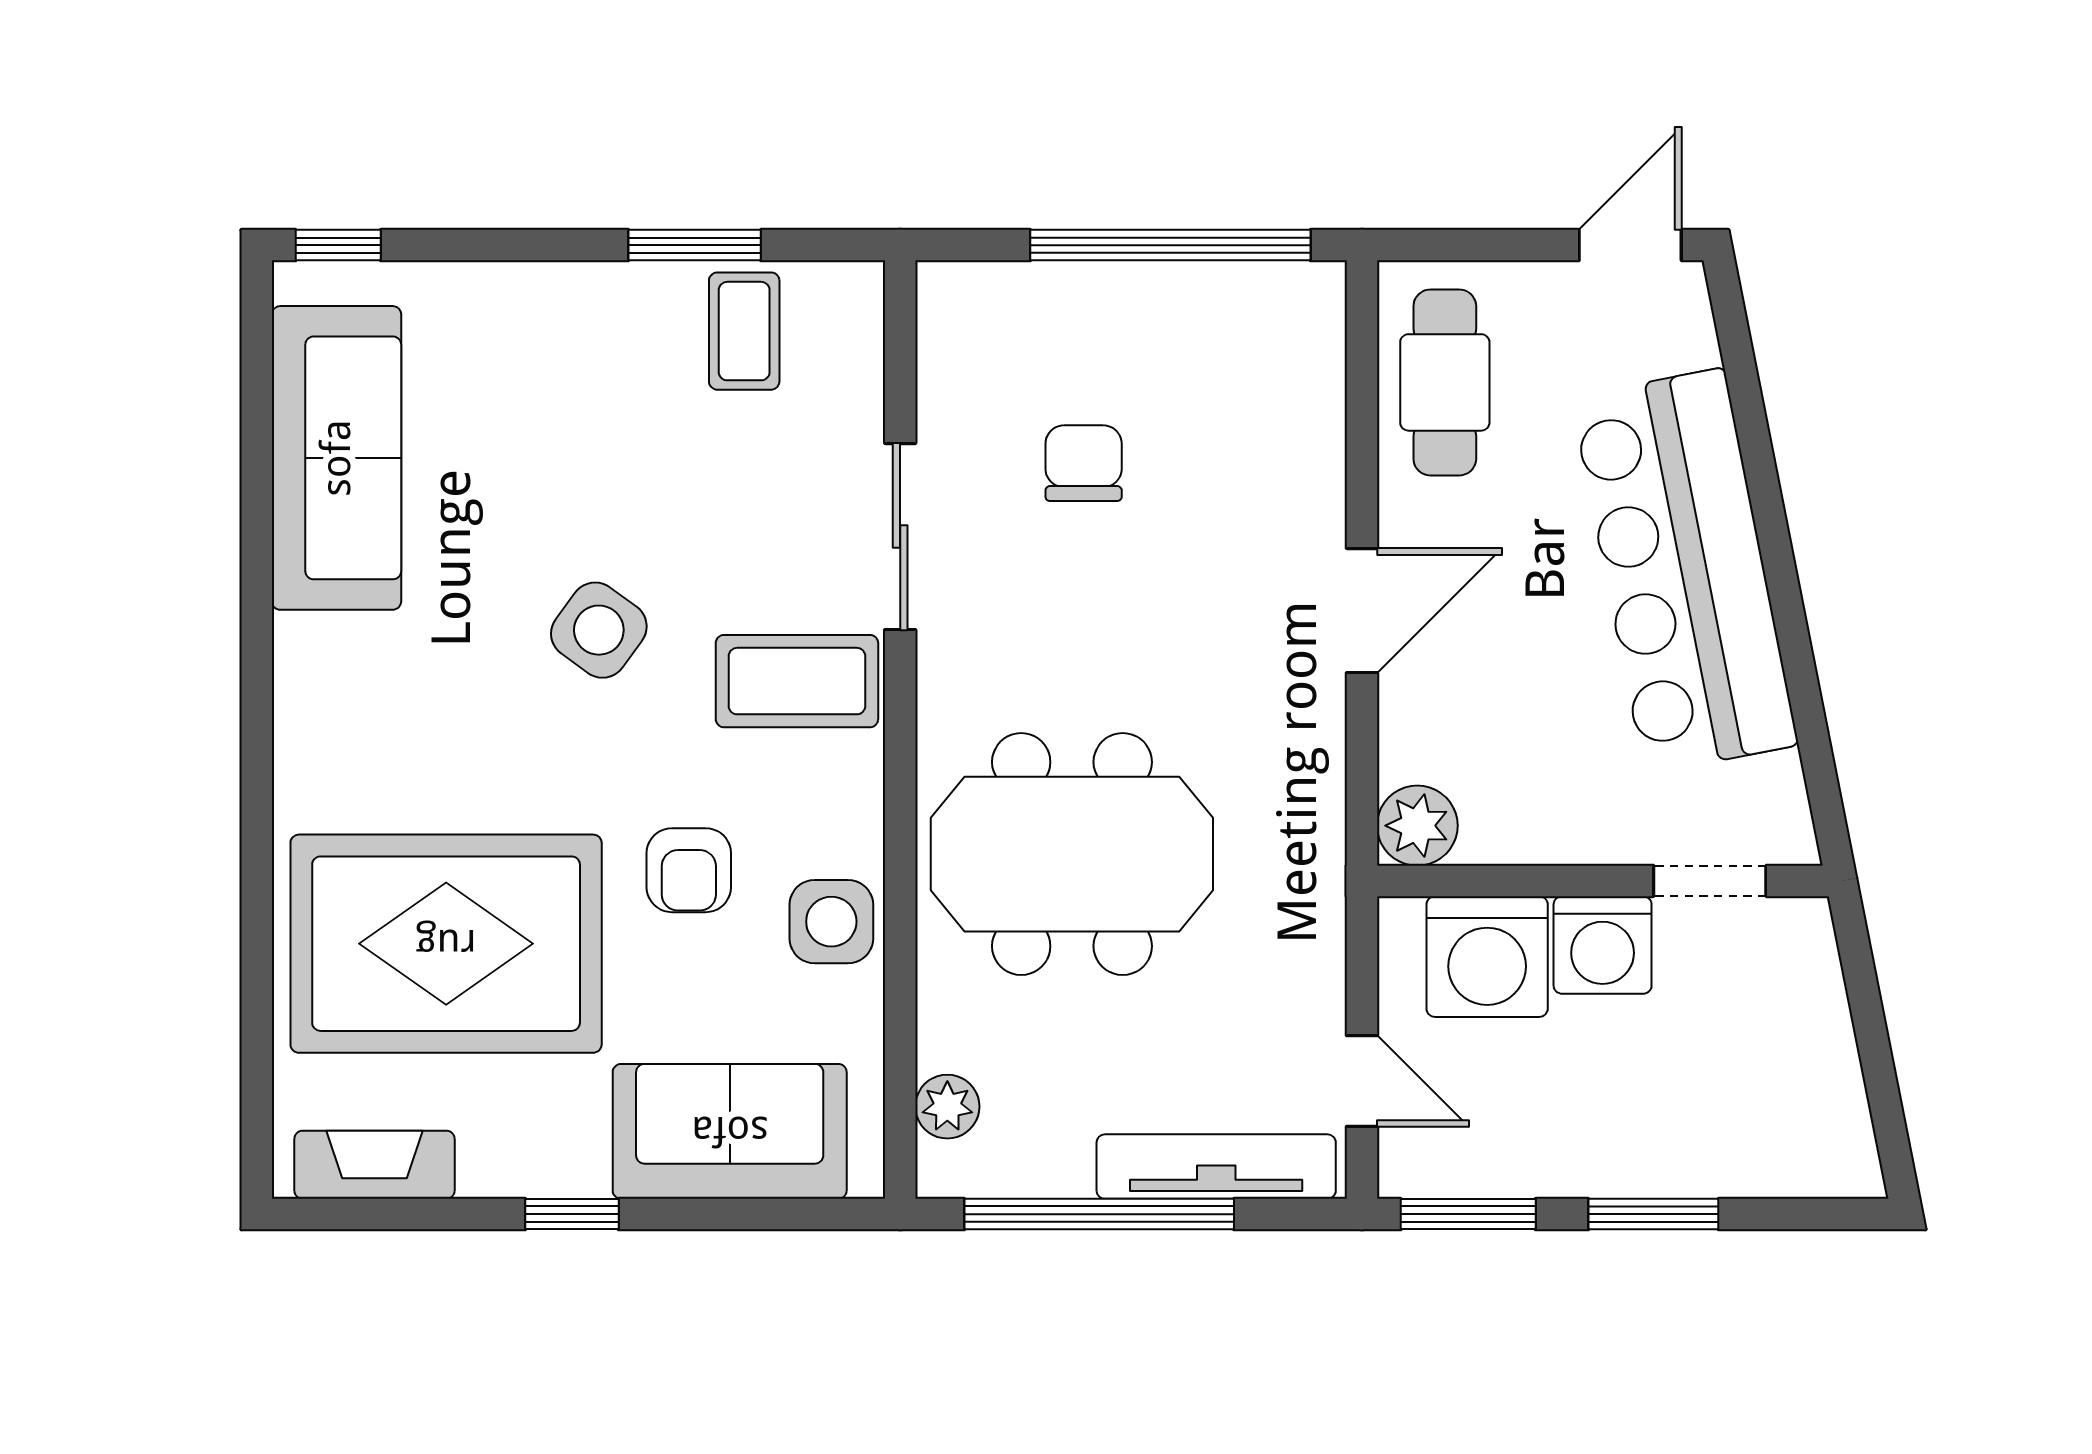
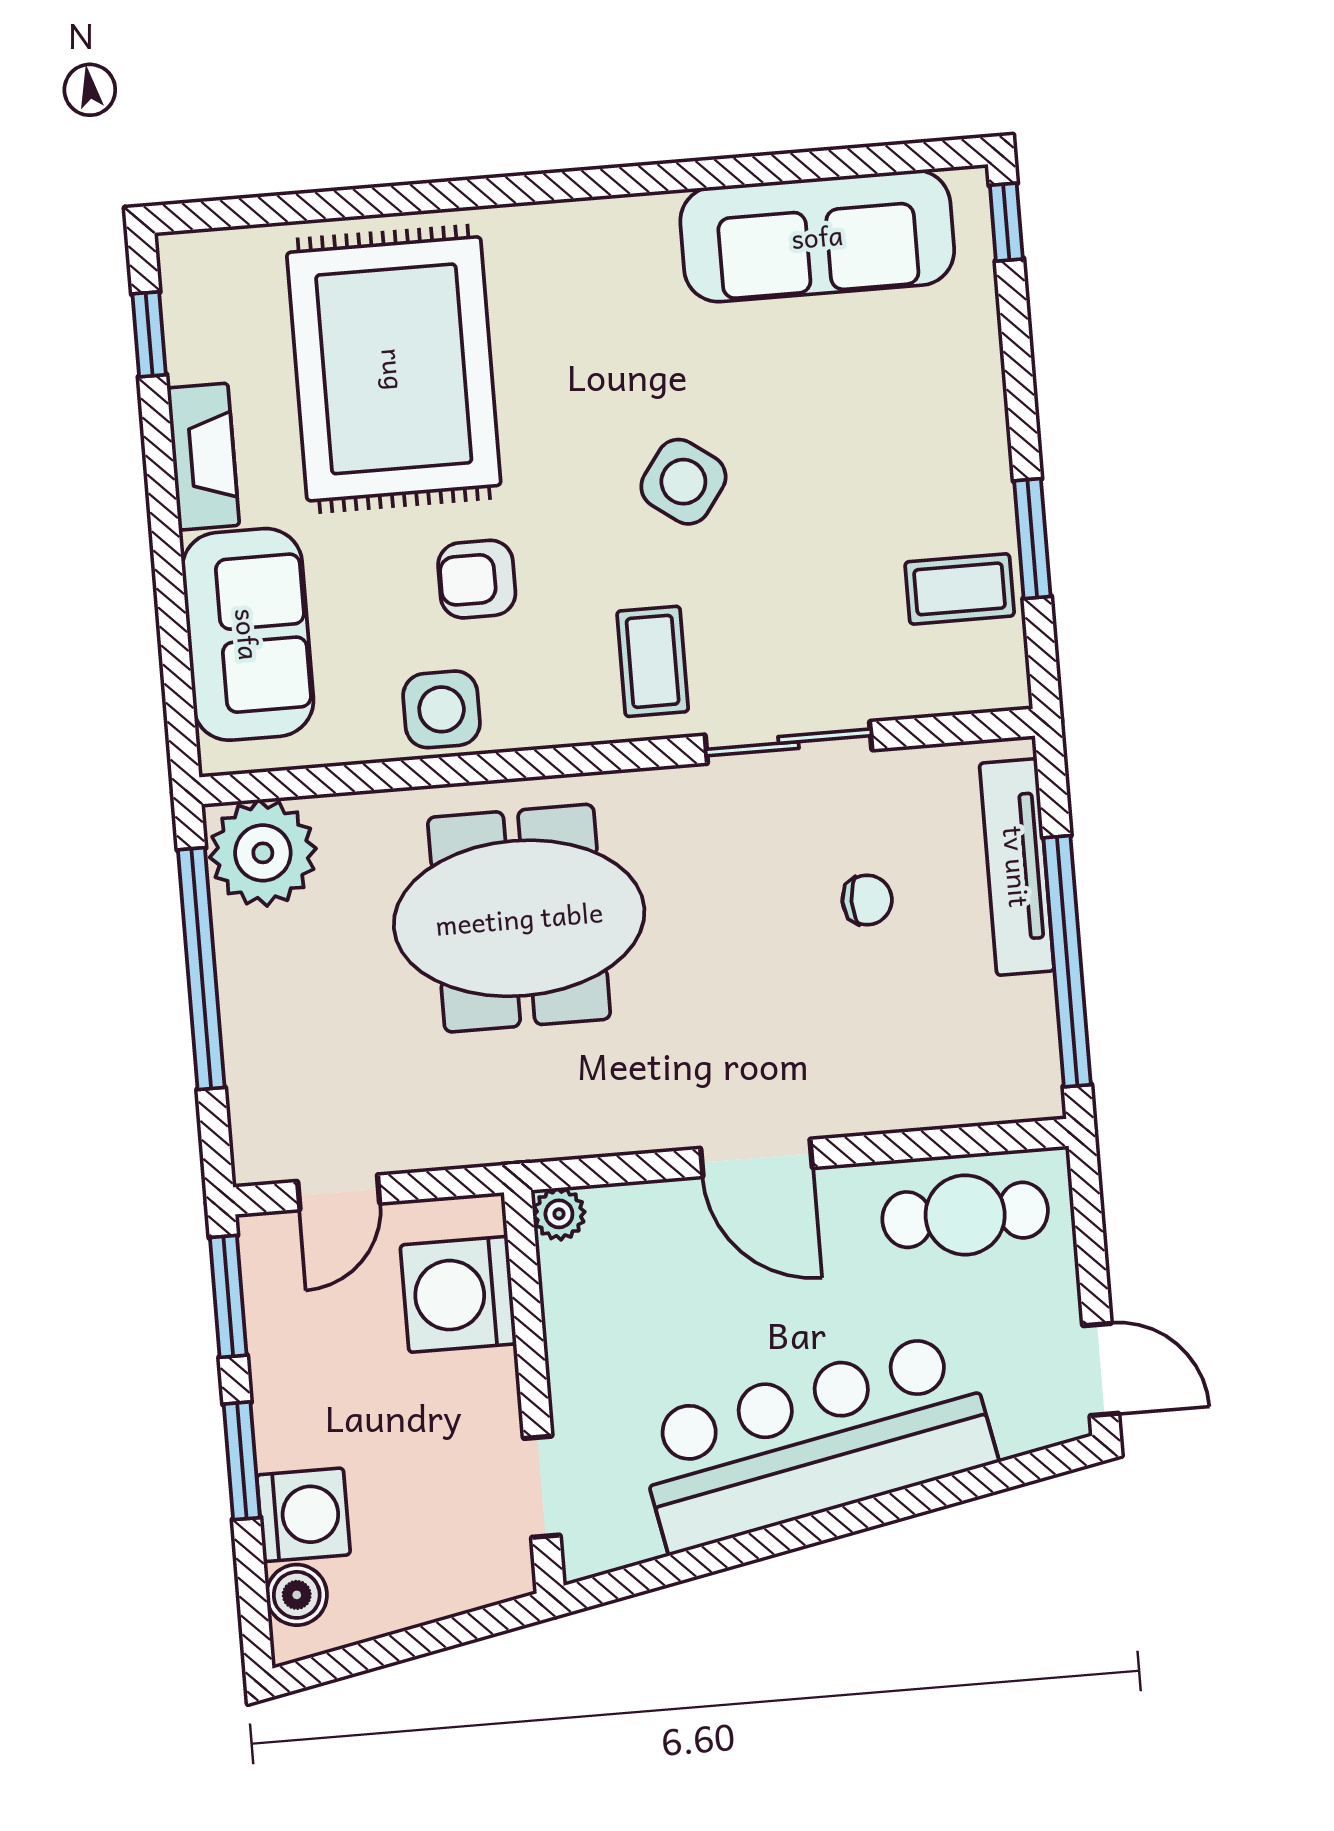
chair: (1084, 463) -> (867, 900), width x0.73, depth x0.73
coffee table: (797, 681) -> (653, 661), width x0.73, depth x0.77
plant: (1417, 826) -> (559, 1214), width x0.73, depth x0.73
meeting table: (1072, 854) -> (519, 918), turned 90
washing machine: (1603, 945) -> (303, 1515), moved, turned 180
plant: (947, 1107) -> (263, 853), width x1.87, depth x1.87
fireplace: (374, 1165) -> (203, 457), moved
boiler: (1808, 1165) -> (297, 1595), added
tv unit: (1216, 1167) -> (1017, 867), moved, turned 180
window: (572, 1214) -> (149, 334), moved

